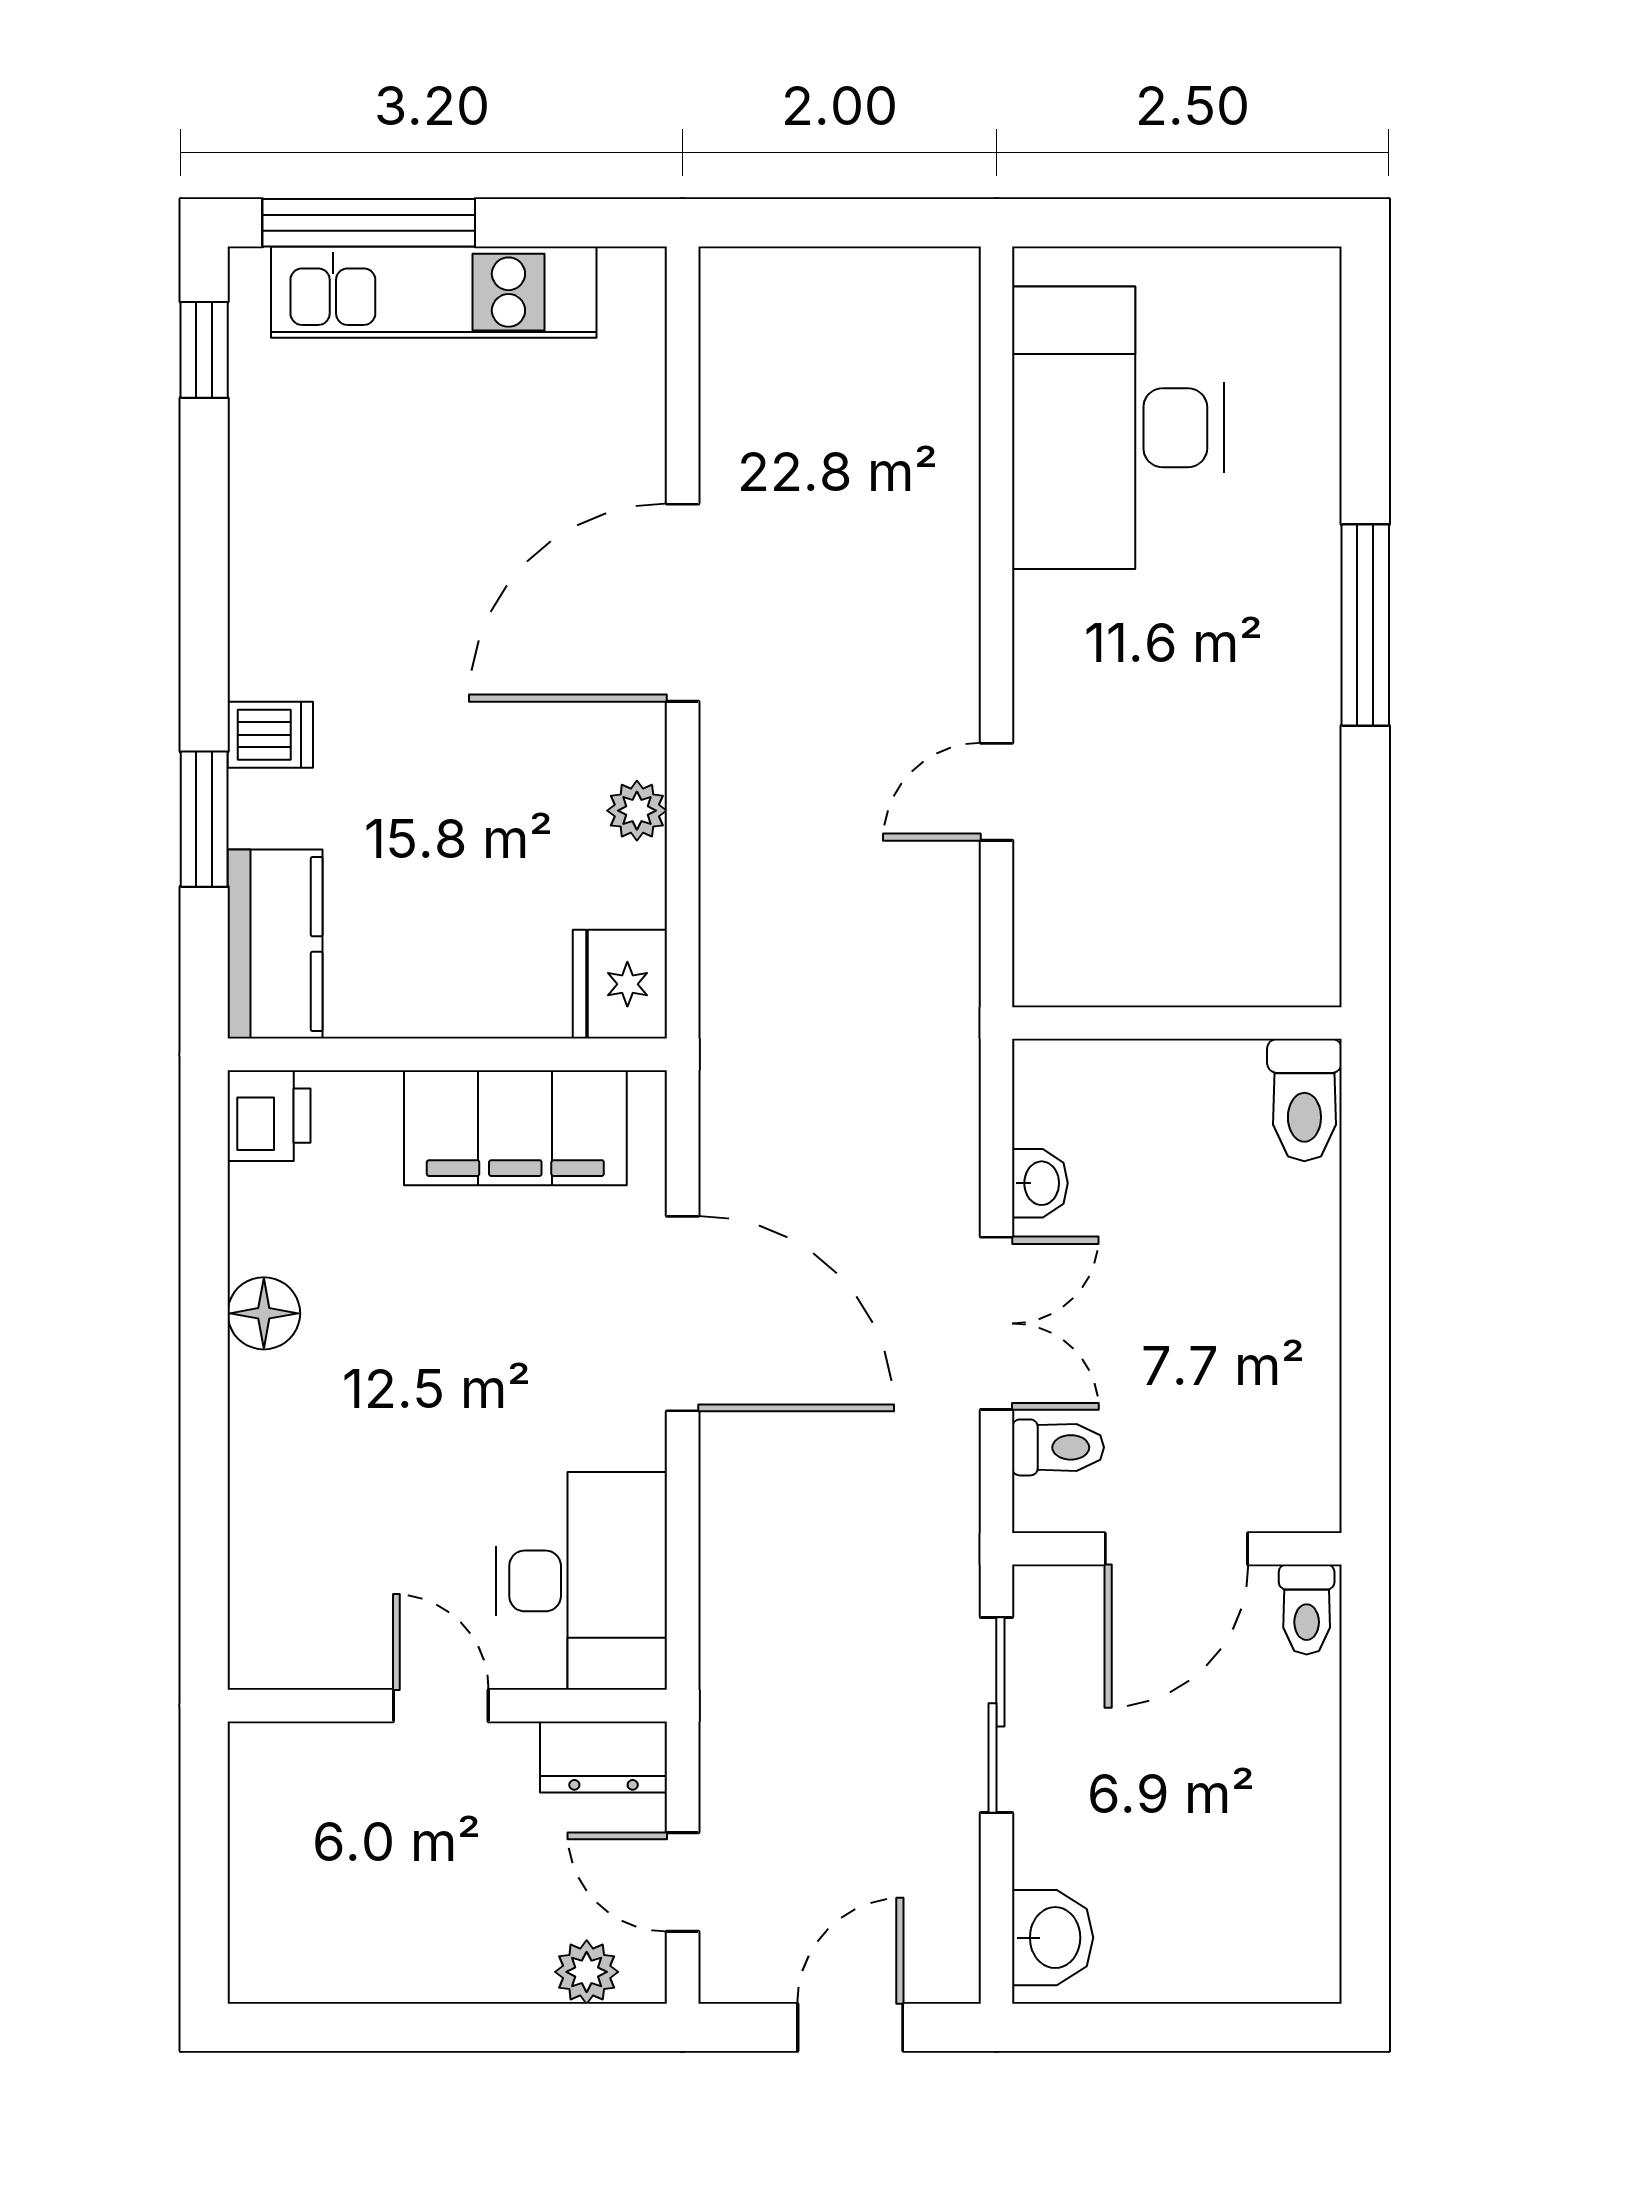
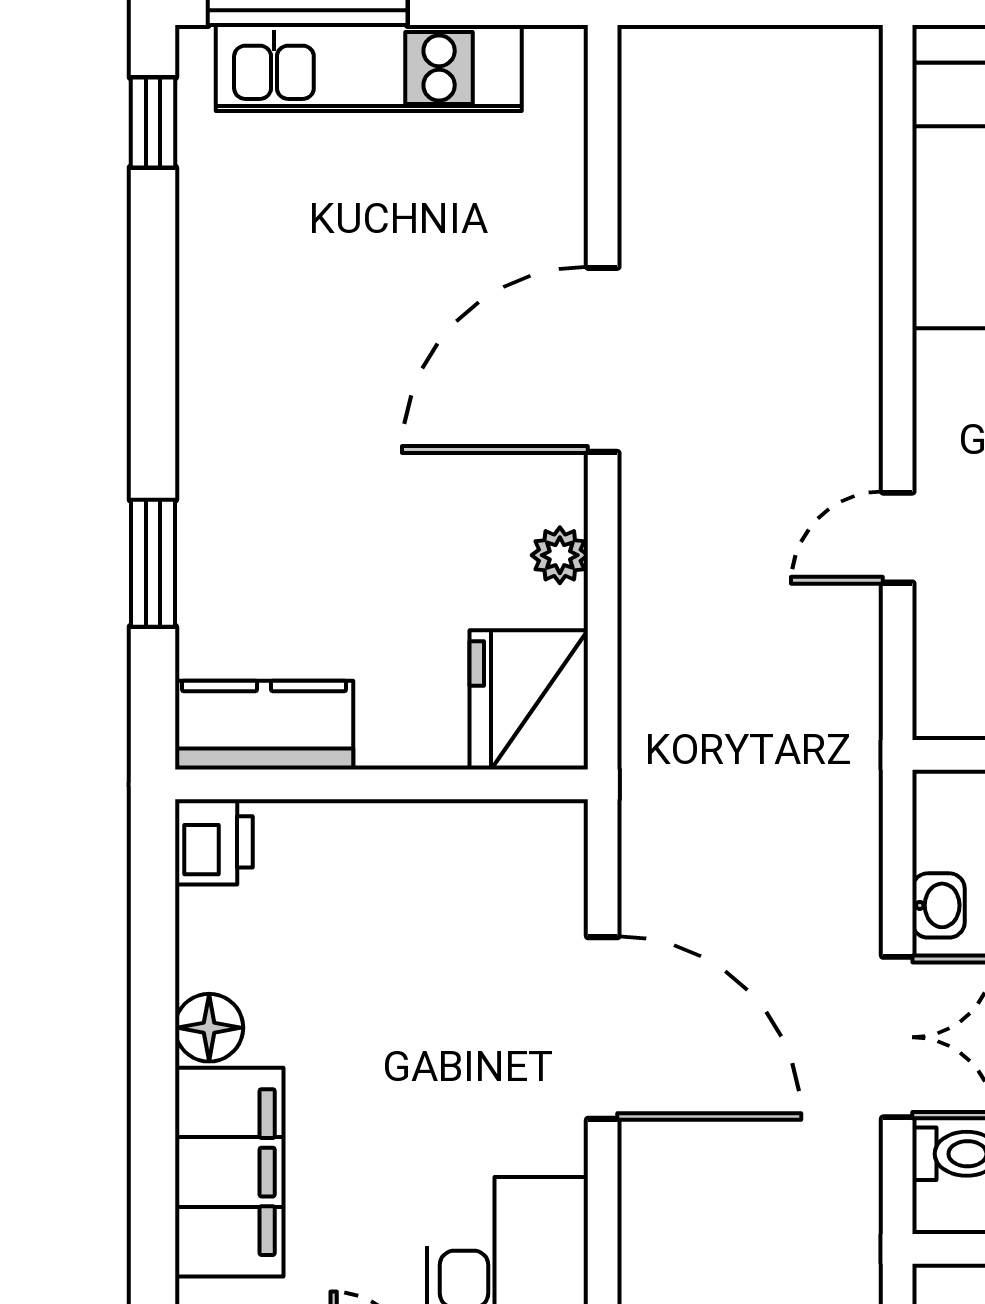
dishwasher: (270, 735) -> (215, 484), removed
kitchen counter: (275, 944) -> (264, 725), moved, turned -90
fridge: (620, 984) -> (529, 700), width x1.36, depth x1.34
filing cabinet: (515, 1128) -> (229, 1172), moved, turned -90

